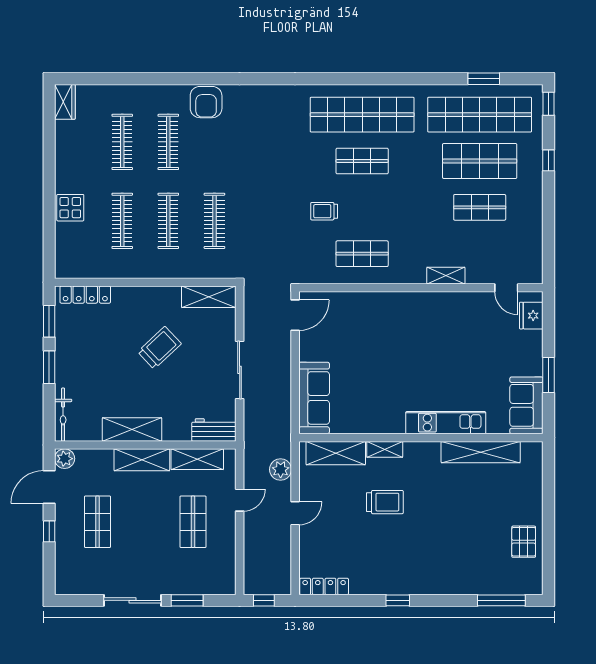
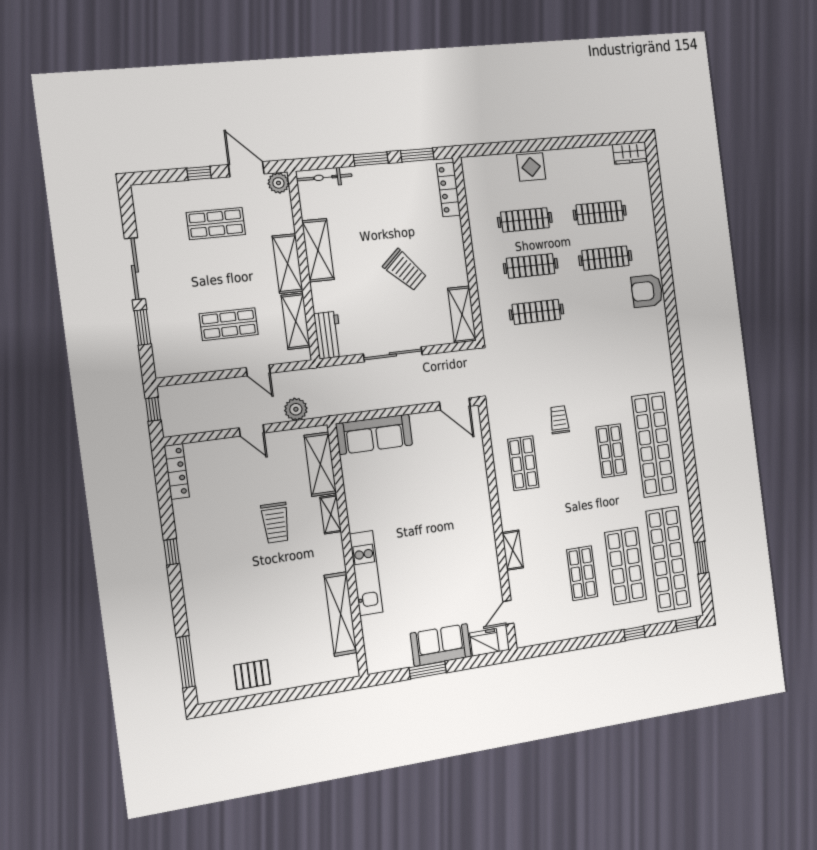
sofa: (526, 405) -> (441, 645), moved

